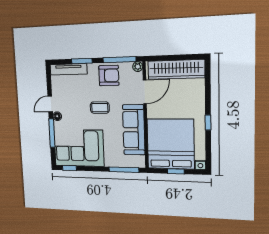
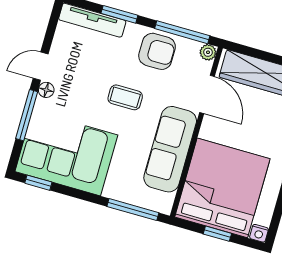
door: (145, 92) -> (207, 94), hinge flipped

